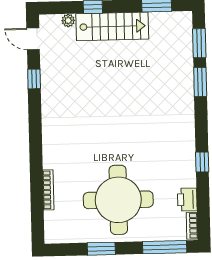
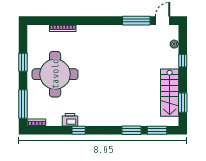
stairs: (112, 26) -> (170, 93), moved
window: (34, 79) -> (136, 21), width x2.17
printer: (187, 200) -> (70, 120), moved

